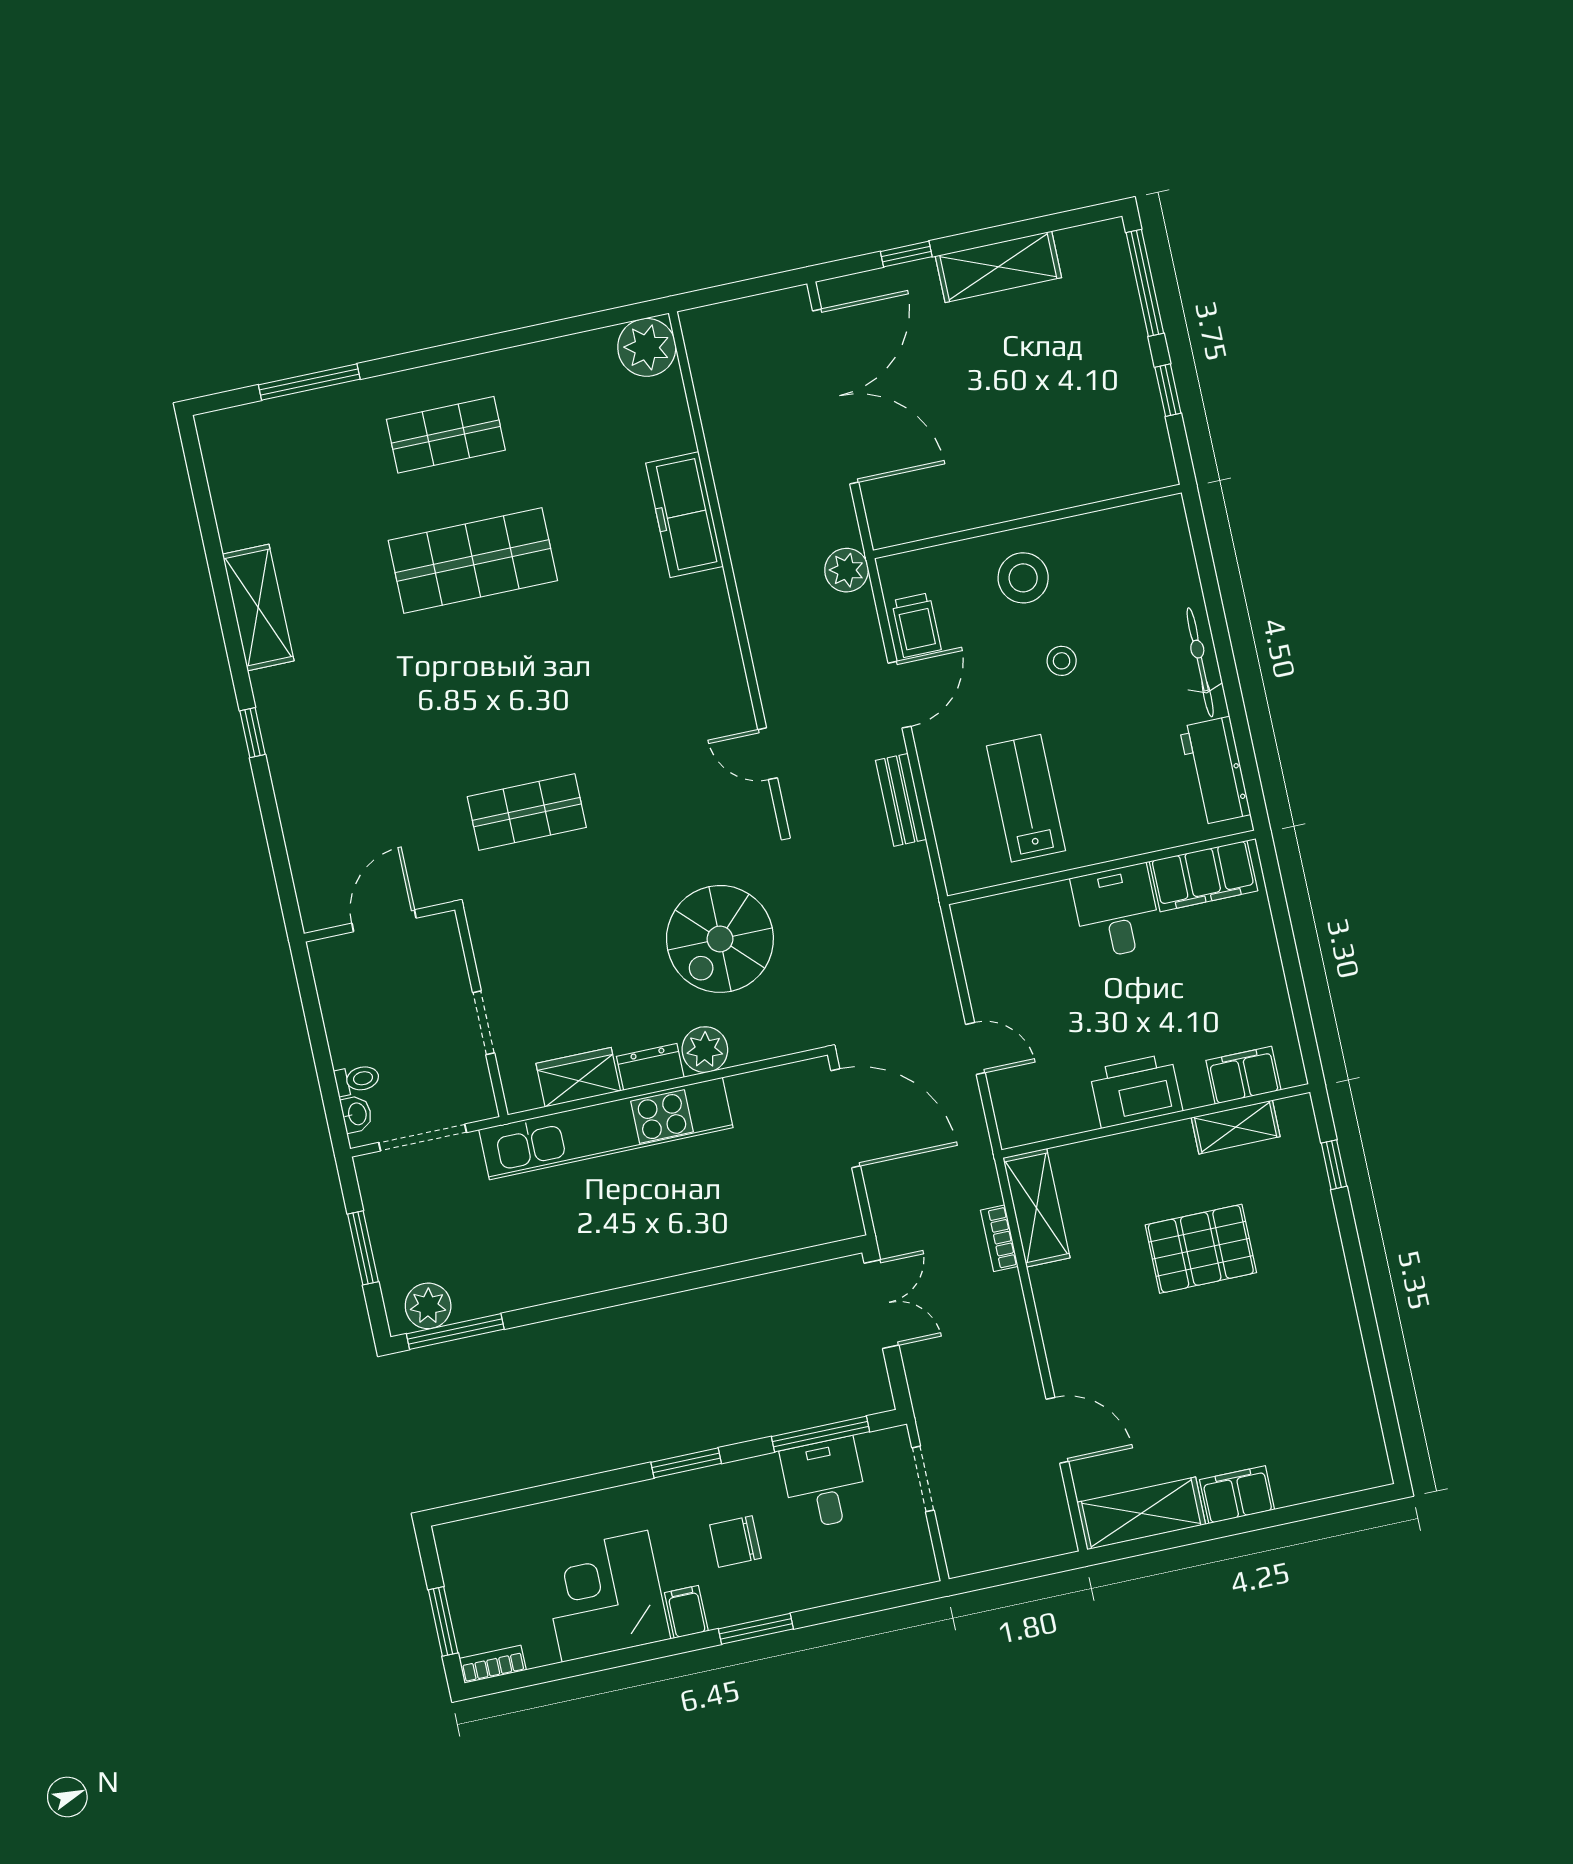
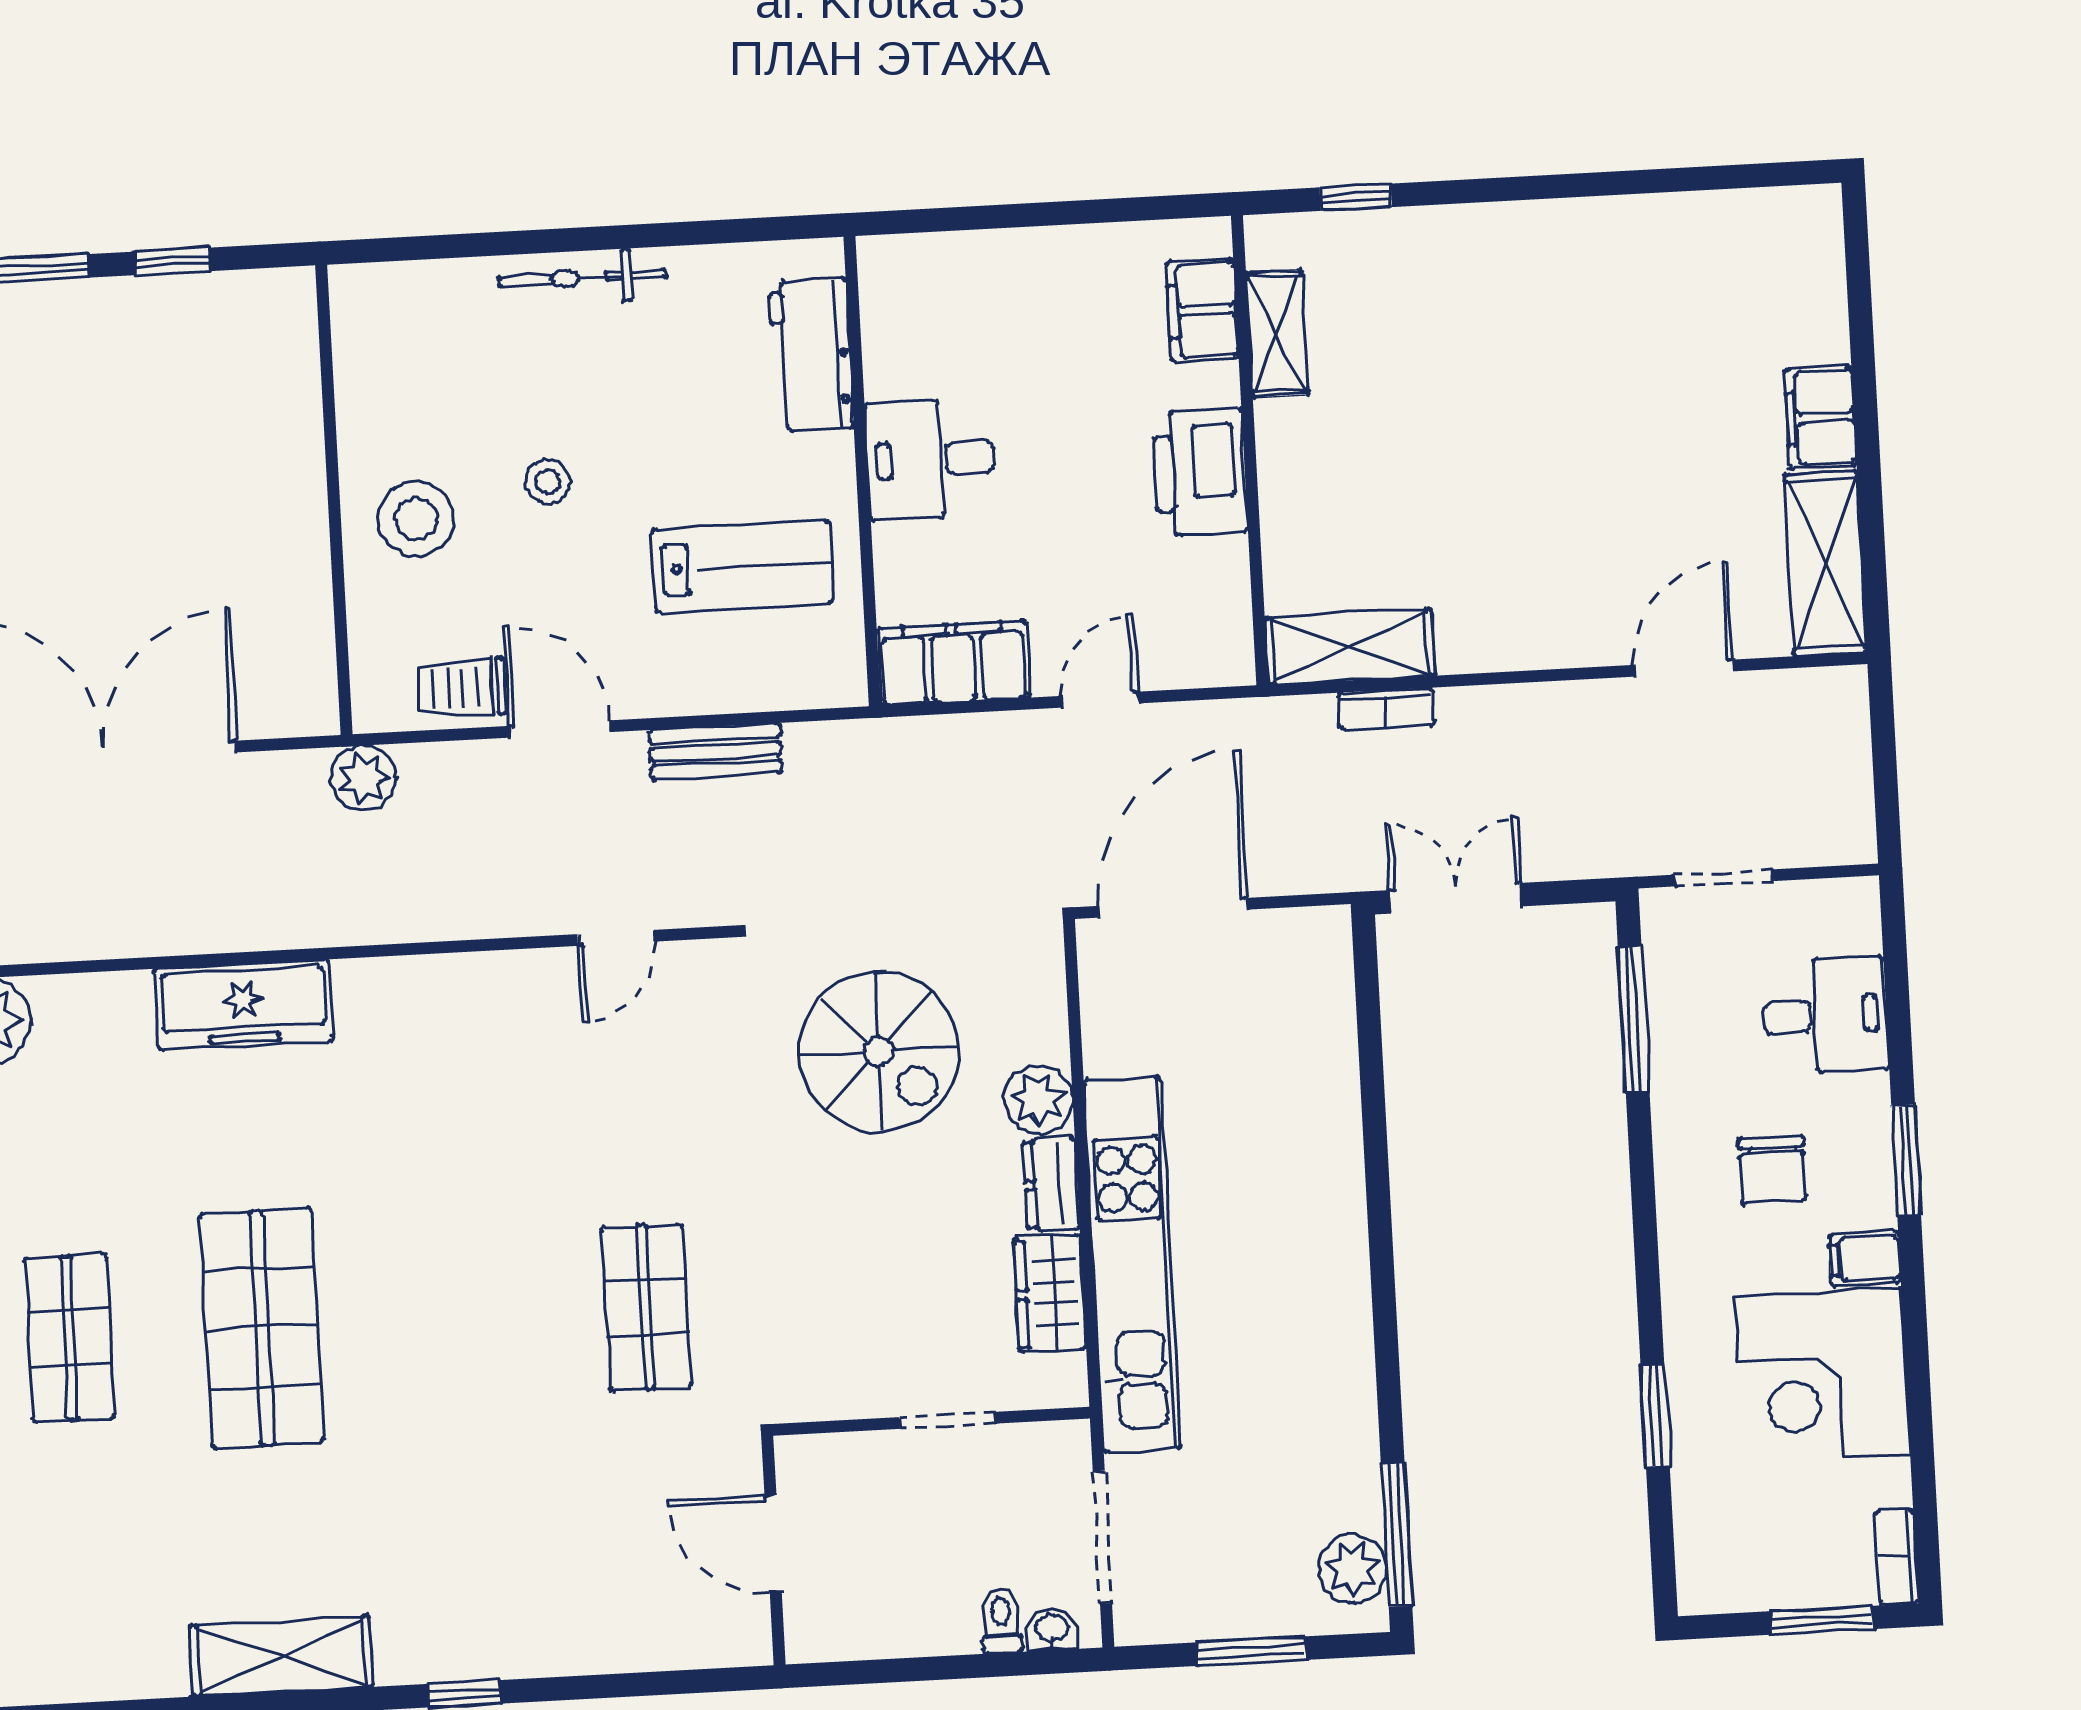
trolley: (916, 625) -> (461, 688), turned 180
workbench: (1215, 771) -> (811, 355), moved, turned 90
lab bench: (1026, 798) -> (742, 566), turned 180
filing cabinet: (1204, 876) -> (953, 663), moved, turned -90
pallet: (1201, 1249) -> (1449, 414), removed
window: (686, 1463) -> (1655, 1416), moved
desk: (824, 1483) -> (1825, 1015), moved, turned 180

